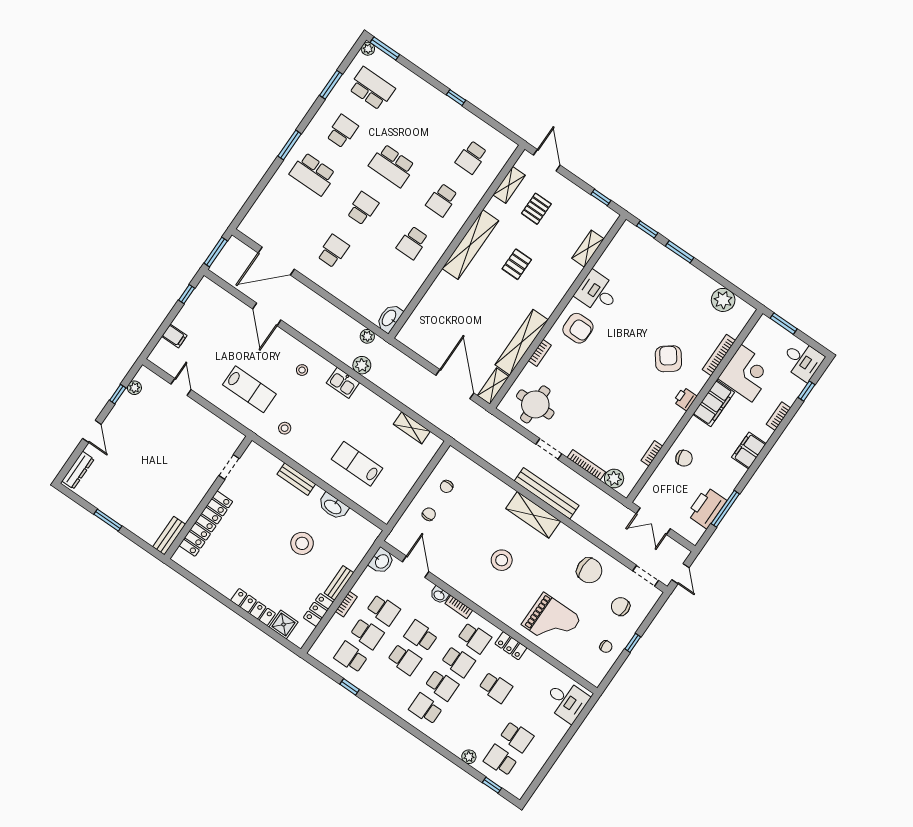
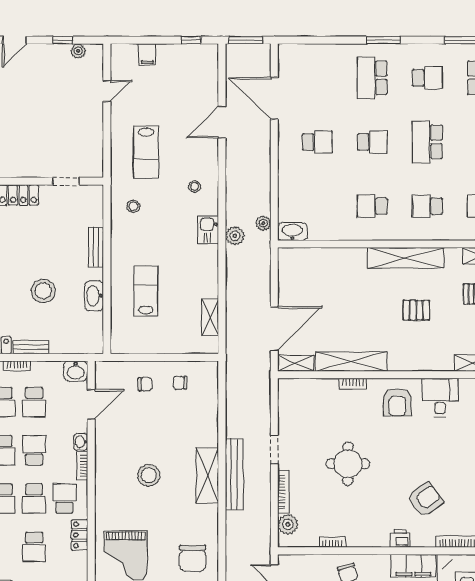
round table: (535, 404) -> (348, 464), moved
school desk: (475, 638) -> (65, 499), turned 180

